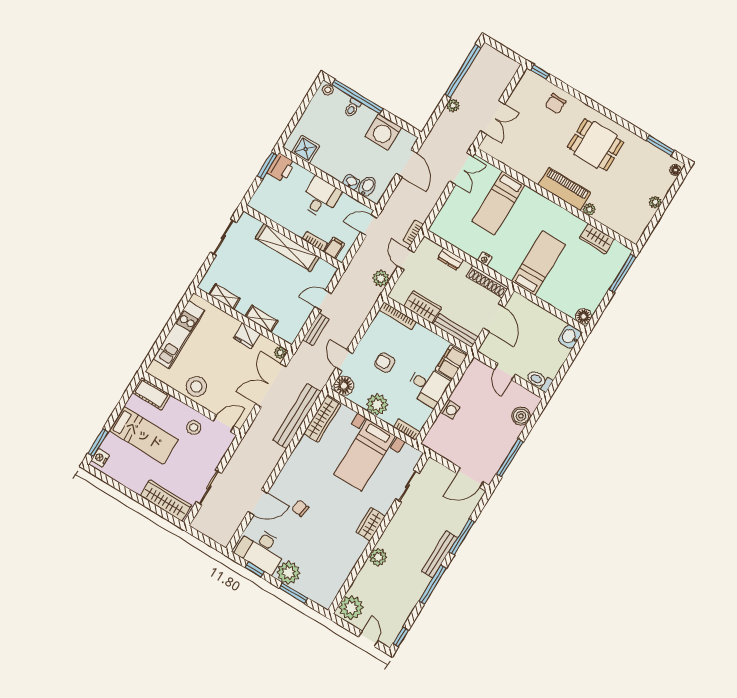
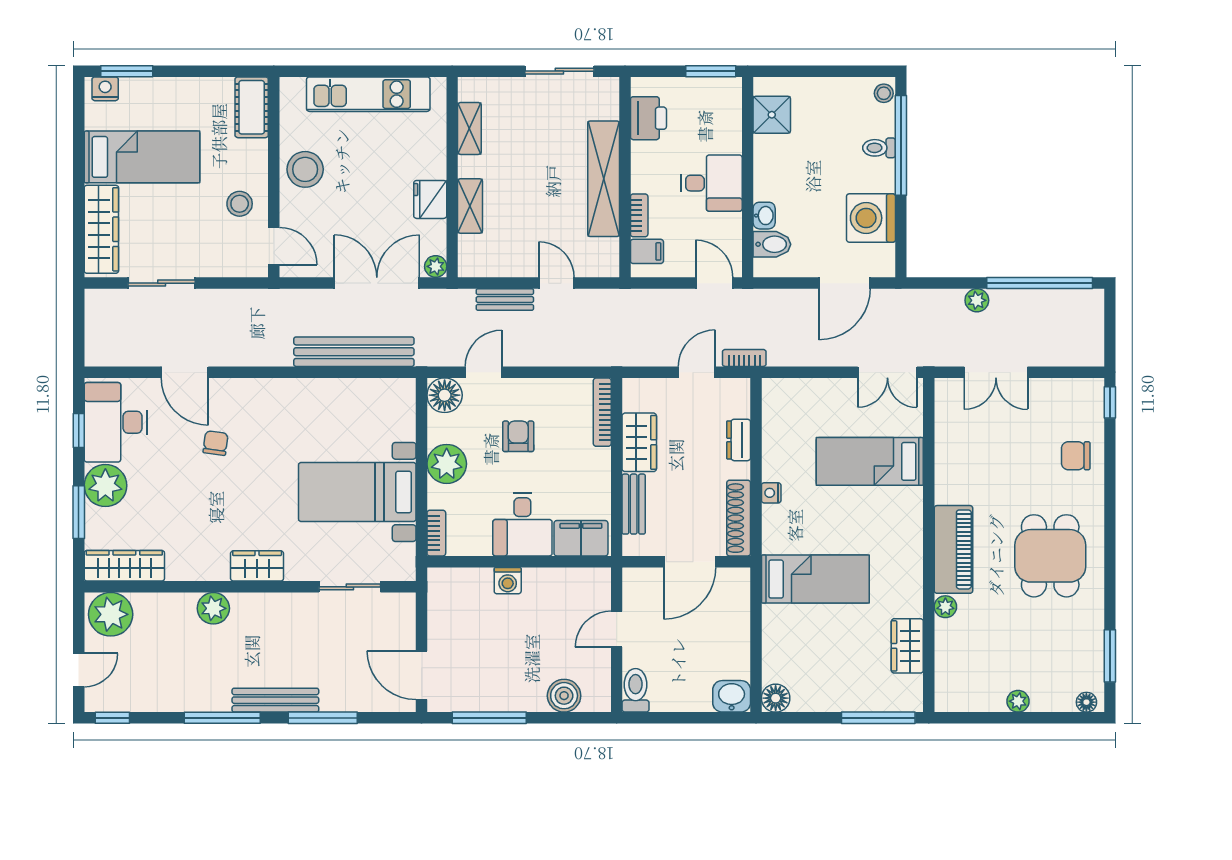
printer: (281, 168) -> (648, 118), moved, turned -90
plant: (381, 278) -> (644, 351), removed
bench: (456, 331) -> (634, 504), width x0.73
wardrobe: (322, 419) -> (124, 566), moved, turned 180
bed: (144, 435) -> (142, 157), moved, turned -90

